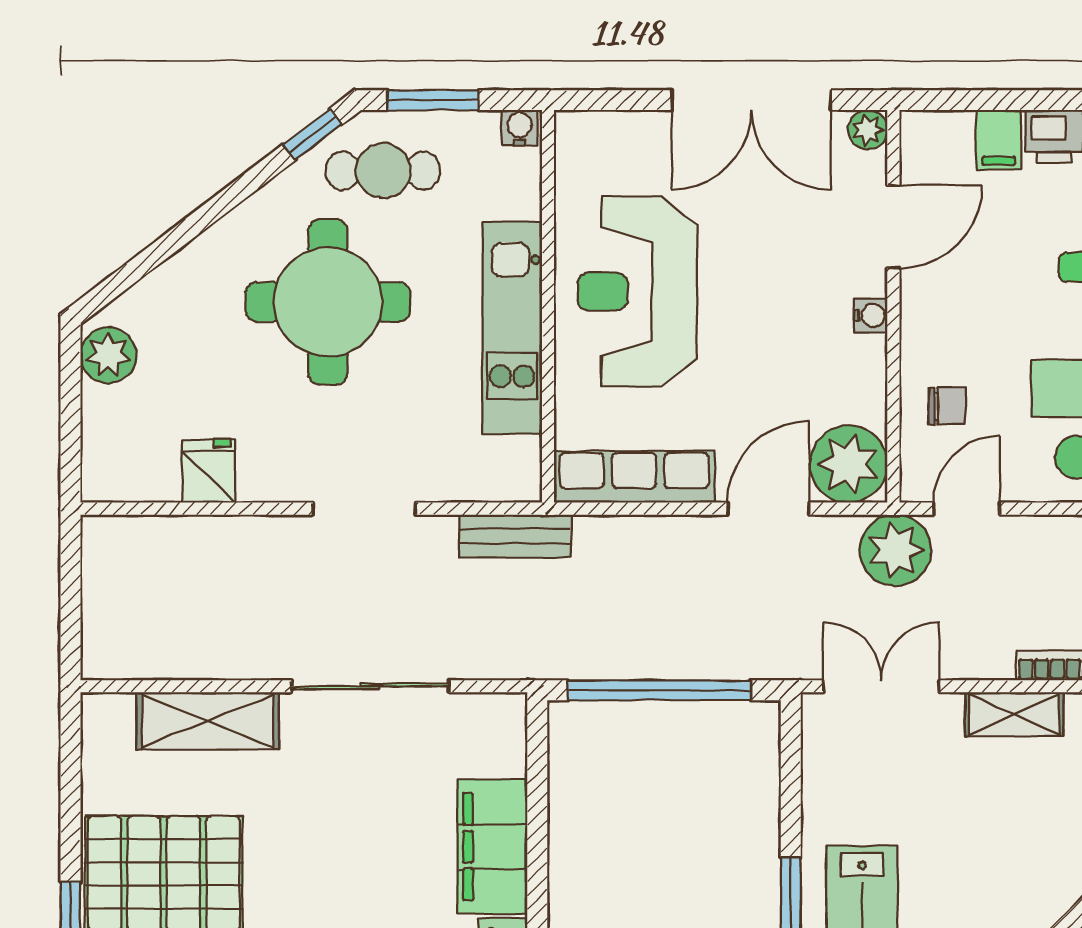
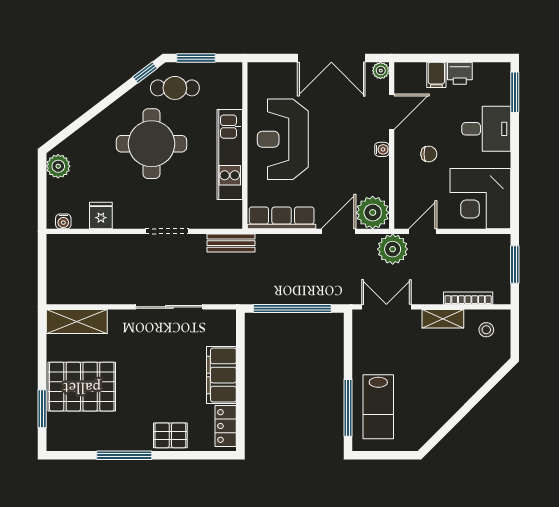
water cooler: (520, 128) -> (63, 221), moved, turned 180
chair: (947, 406) -> (429, 154), moved
shelving: (208, 721) -> (77, 322), moved

